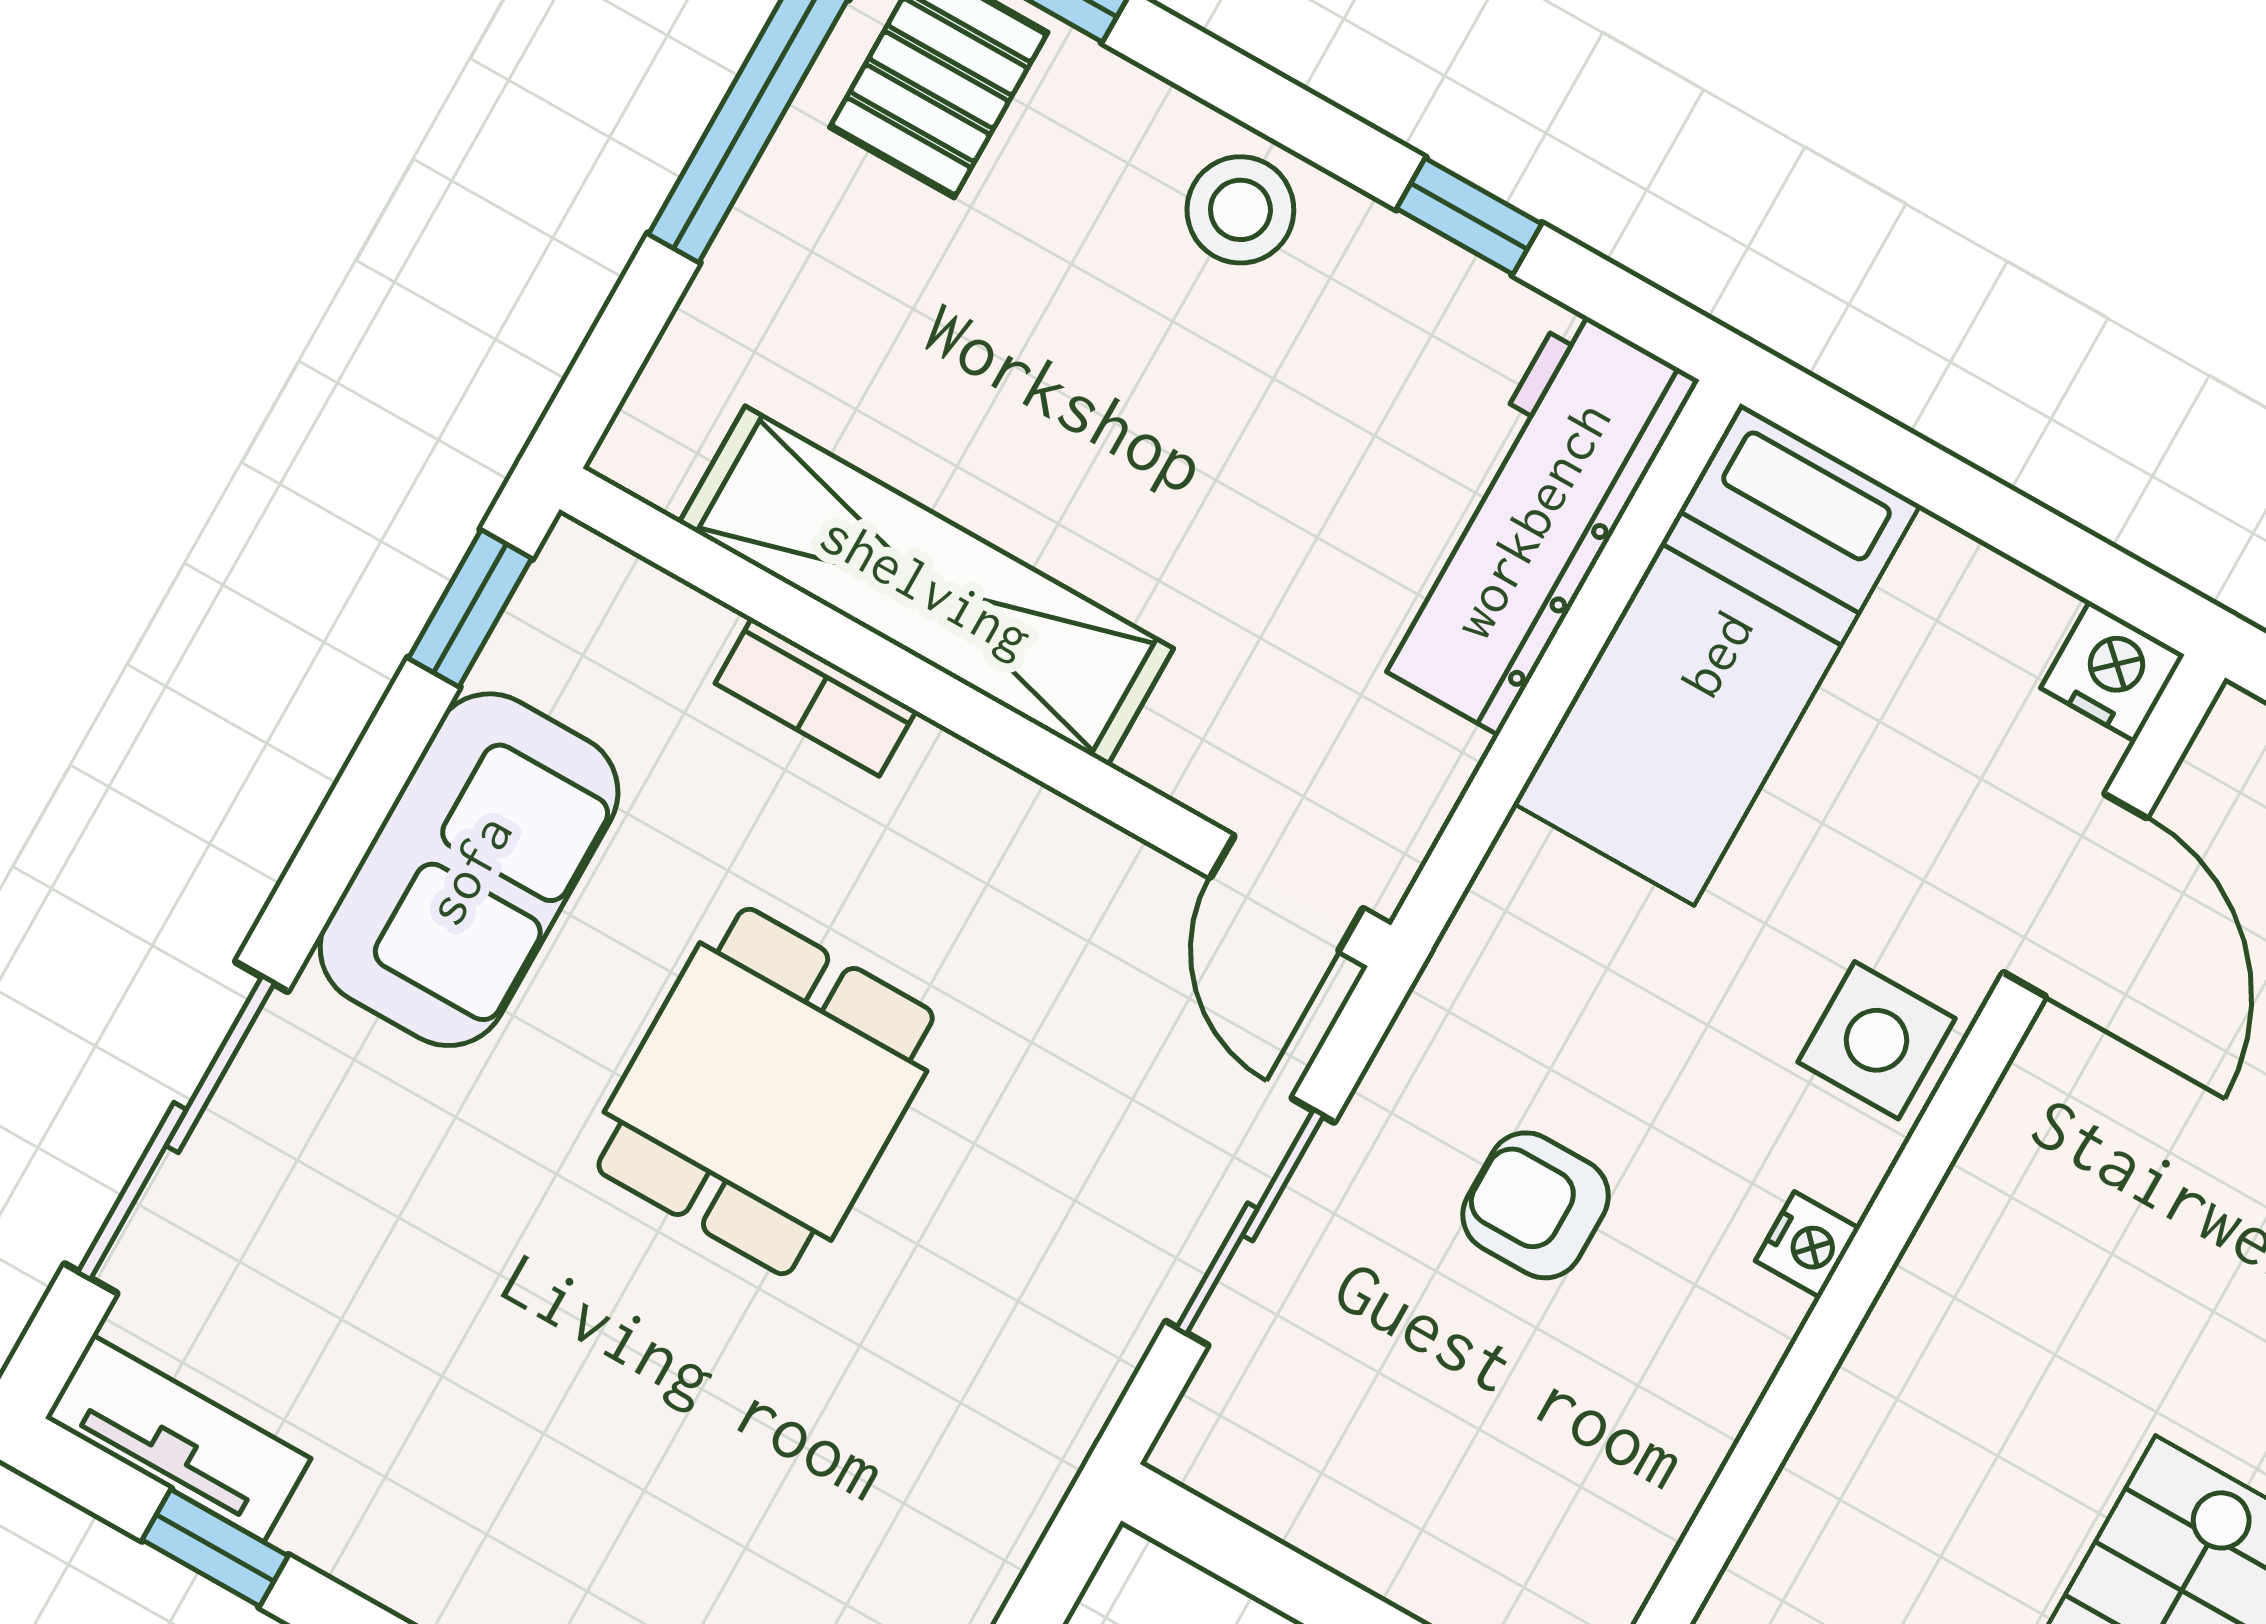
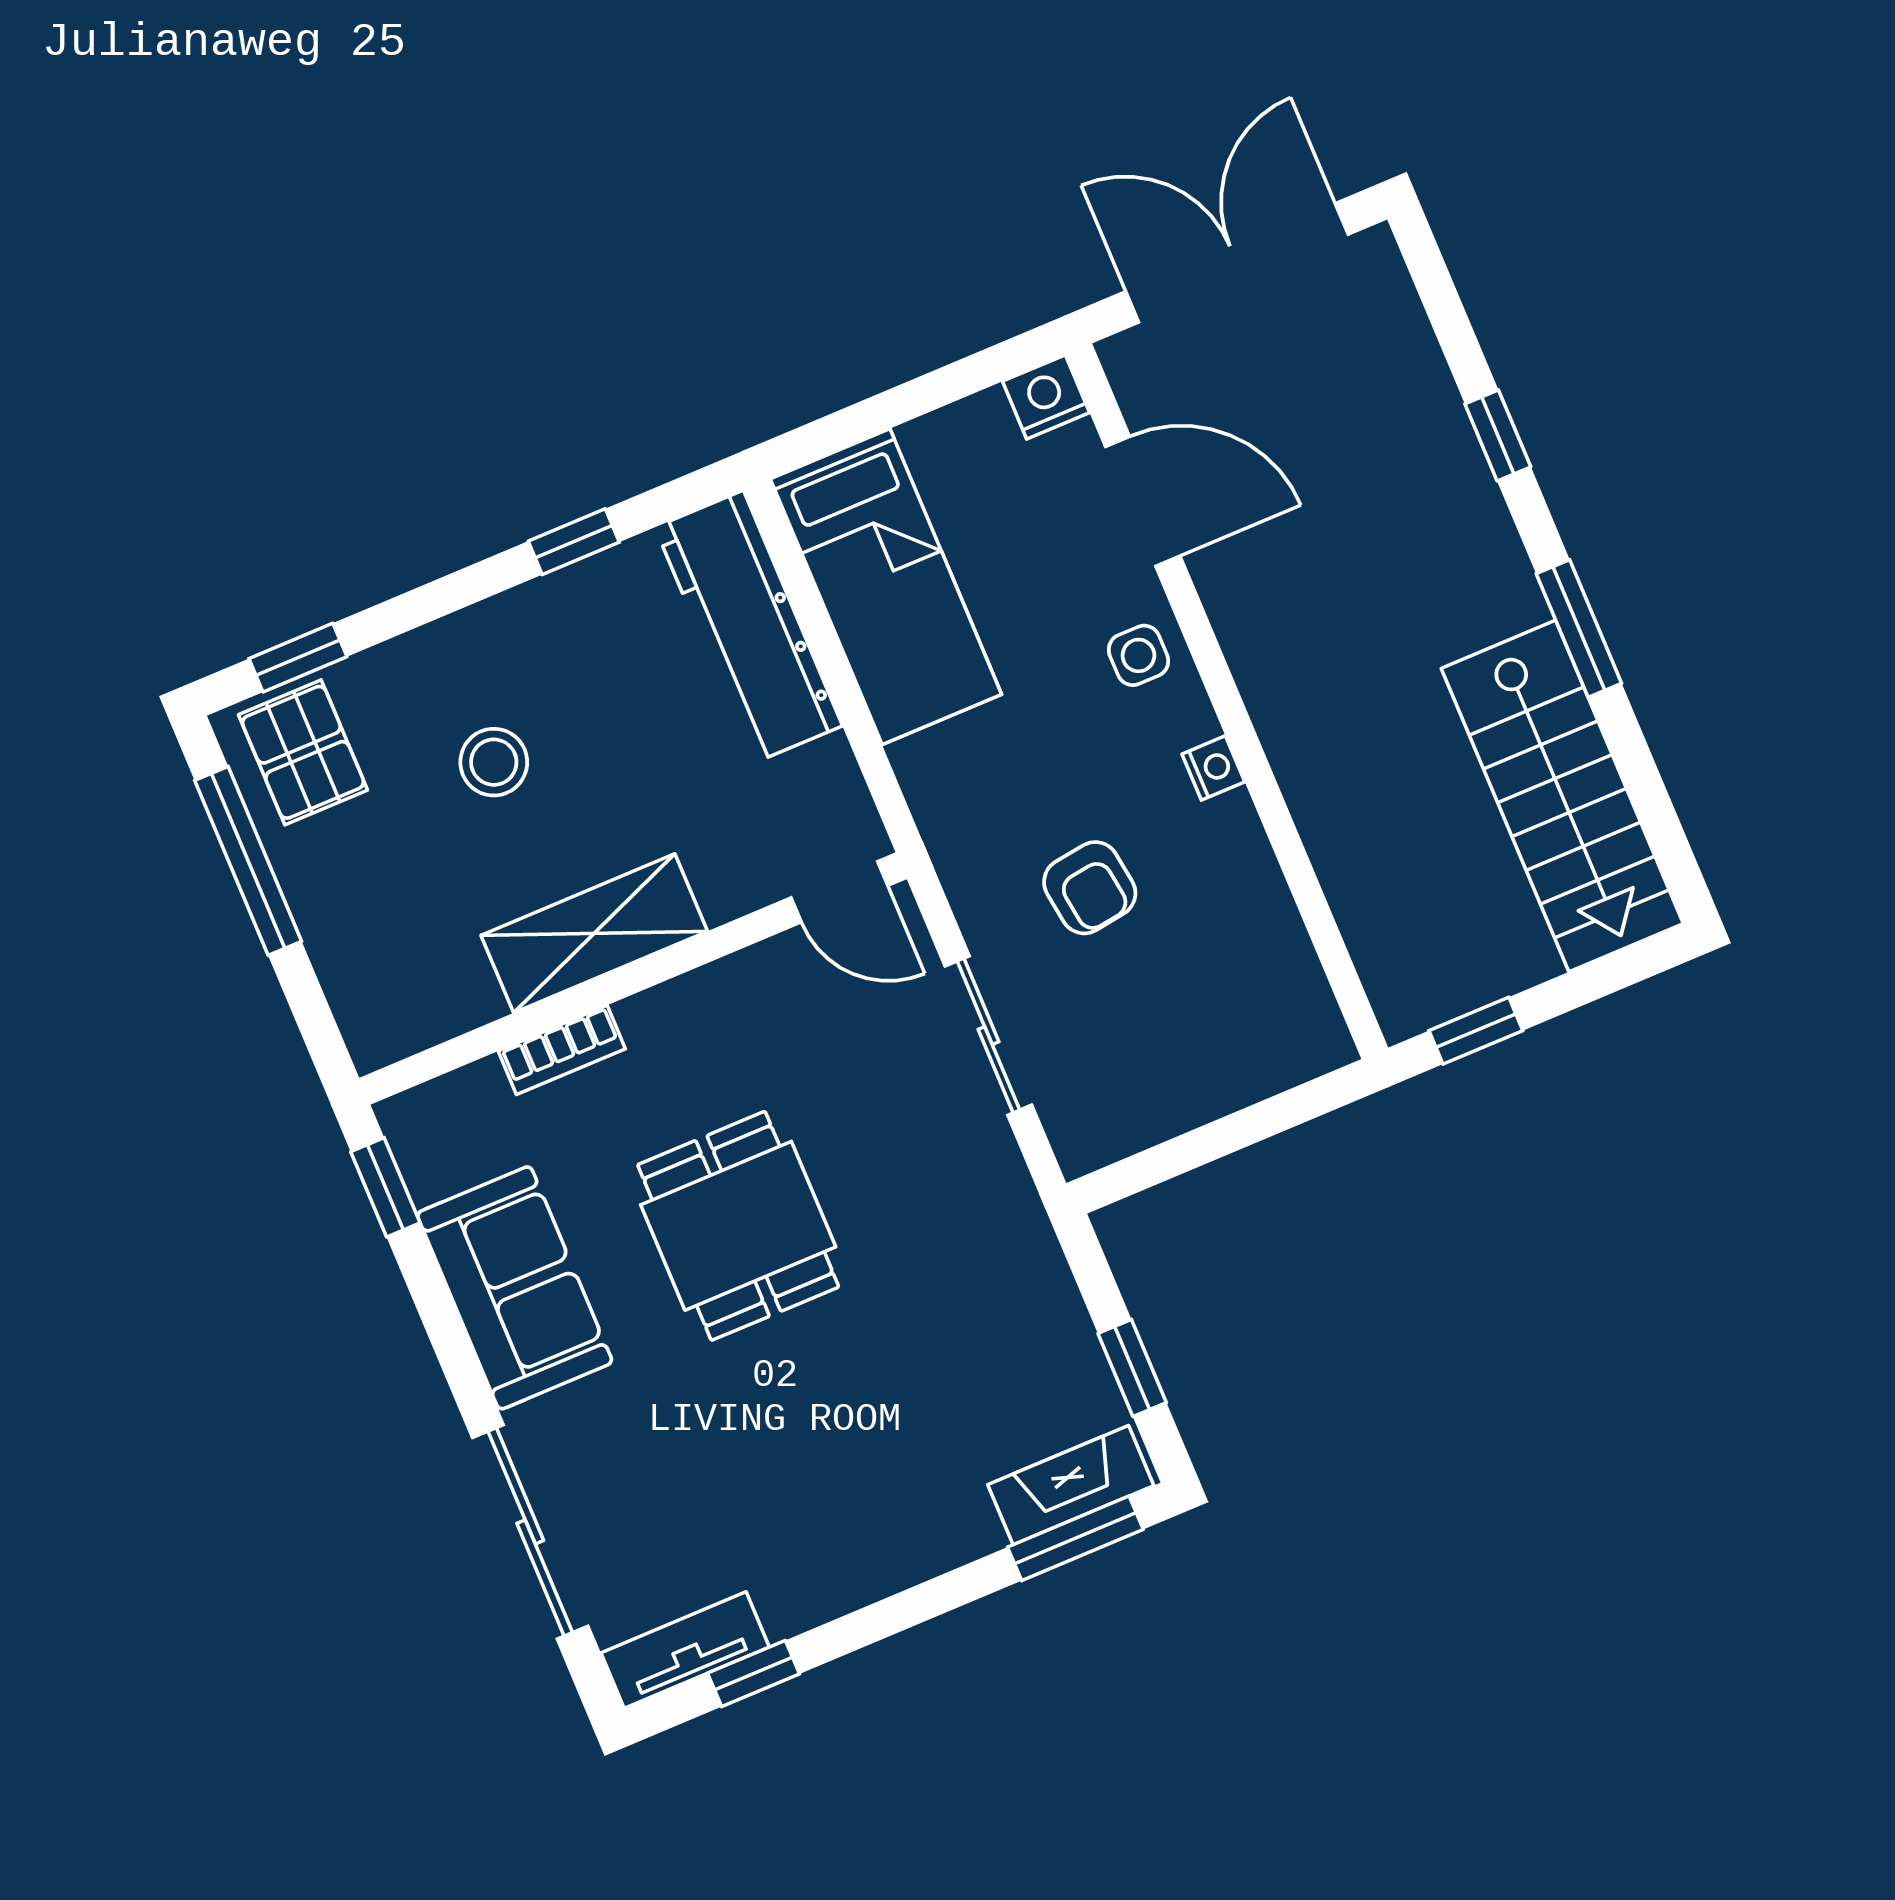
stool: (1240, 210) -> (494, 762), moved
shelving: (926, 586) -> (594, 933), width x0.68
side table: (1876, 1040) -> (1138, 655), width x0.73, depth x0.73
armchair: (1536, 1205) -> (1090, 888), turned -98

